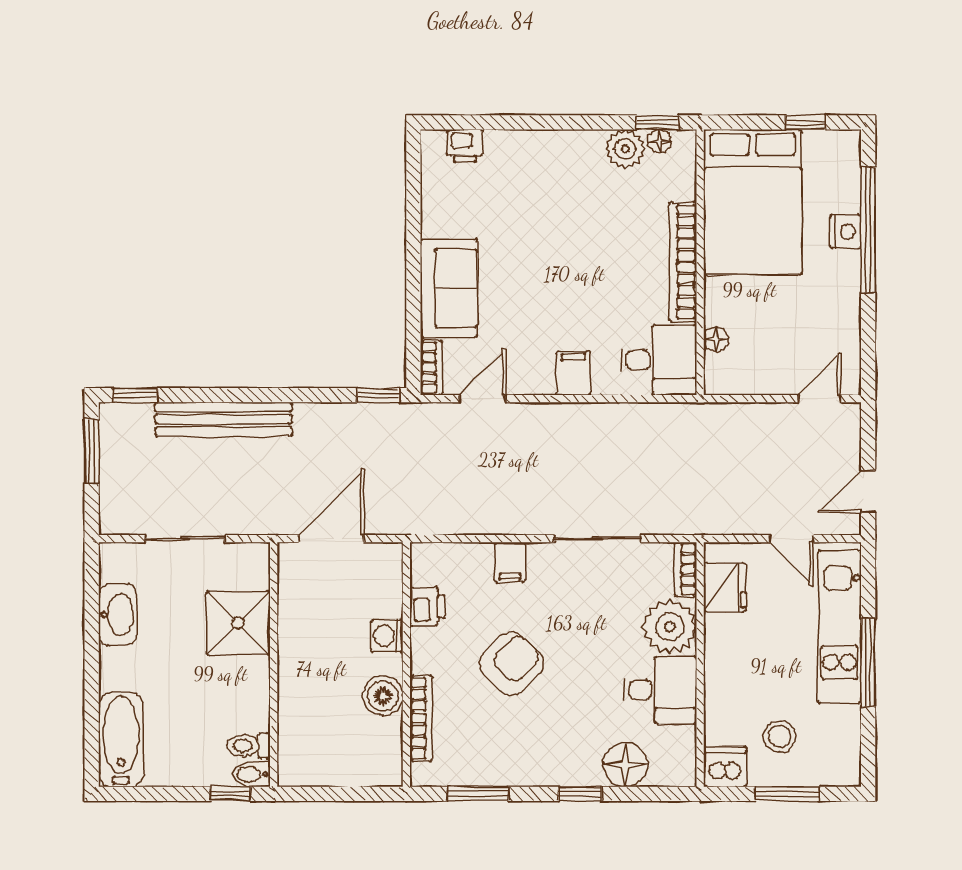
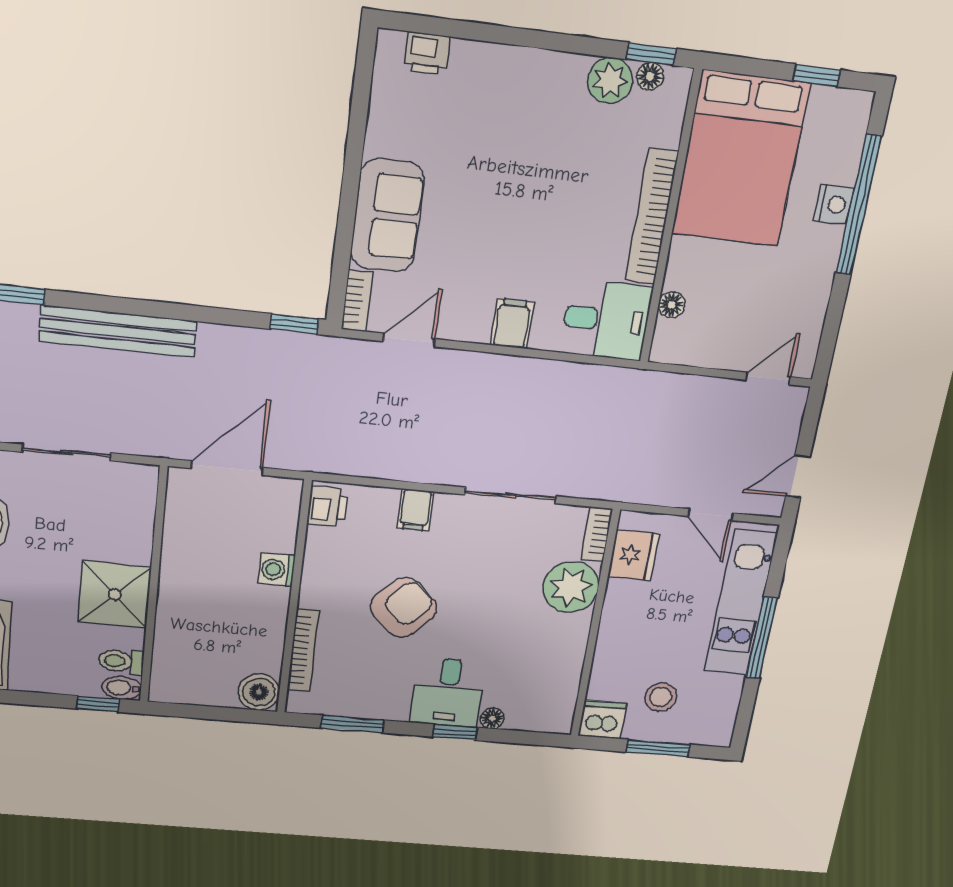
printer: (427, 606) -> (327, 506), moved
shower: (238, 623) -> (115, 594), moved
desk: (660, 690) -> (448, 692), moved, turned 90
boiler: (383, 696) -> (259, 692), moved
floor lamp: (625, 765) -> (492, 718), width x0.53, depth x0.53

